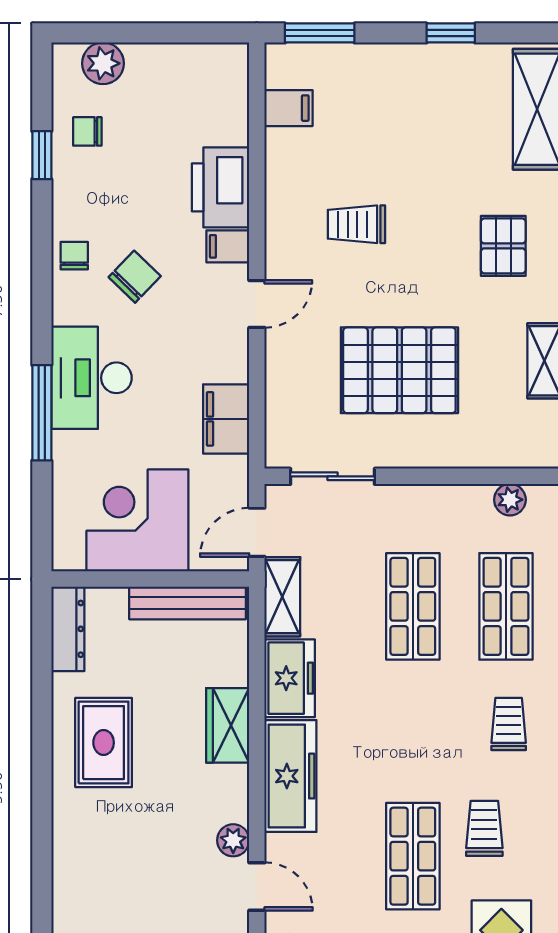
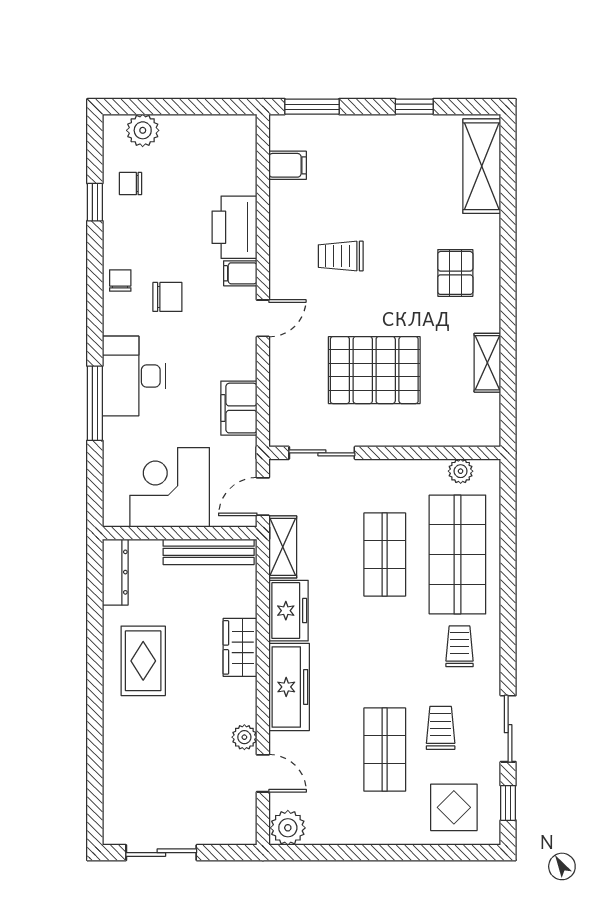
chair: (135, 277) -> (167, 297), turned 46
shop shelf: (506, 606) -> (457, 554), width x1.43, depth x1.36

